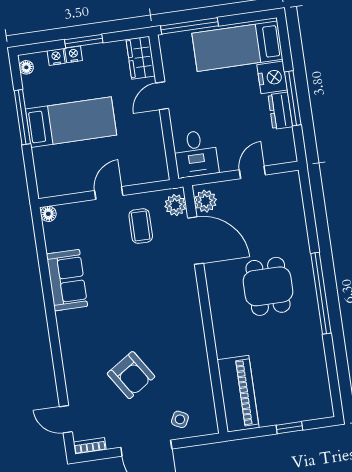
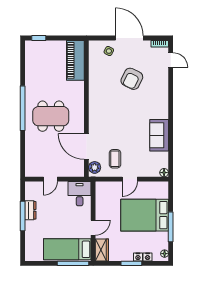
bed: (237, 46) -> (67, 249), moved, turned 180
nightstand: (272, 77) -> (32, 229), removed
bed: (71, 122) -> (145, 215), width x1.50
plant: (206, 201) -> (78, 167), removed
dining table: (268, 286) -> (51, 116), width x1.38
armchair: (131, 375) -> (132, 79), turned -121
window: (289, 428) -> (39, 38), moved

